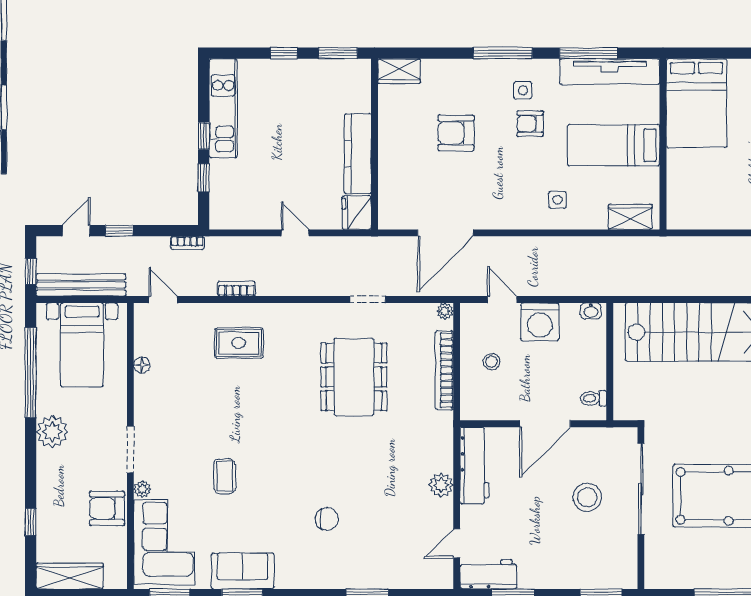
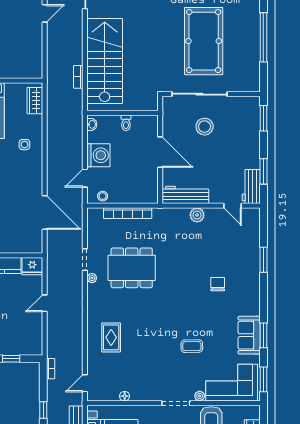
bookcase: (236, 289) -> (78, 77), moved
plant: (445, 311) -> (92, 278), moved
stool: (492, 362) -> (103, 196), moved
toilet: (593, 398) -> (126, 123), moved

